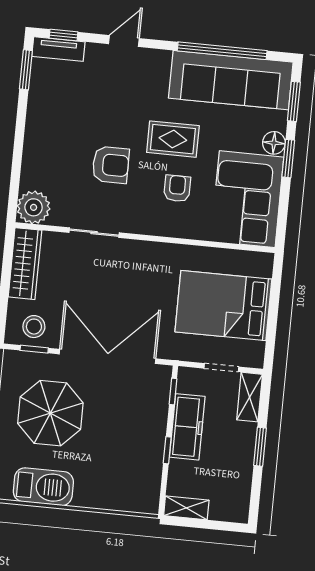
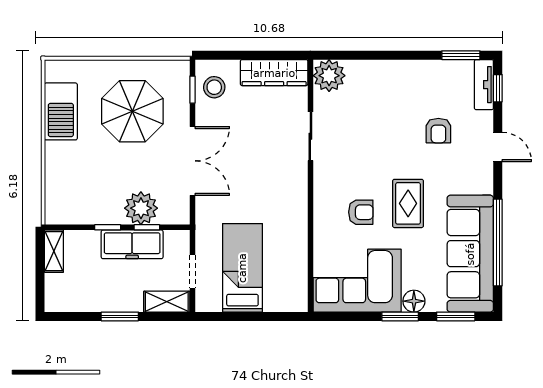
armchair: (111, 165) -> (438, 131), moved, width x0.72, depth x0.72
bed: (223, 306) -> (242, 268), width x0.67
double door: (108, 356) -> (192, 161), width x0.73
window: (173, 391) -> (147, 227), moved
plant: (151, 414) -> (141, 208), added

